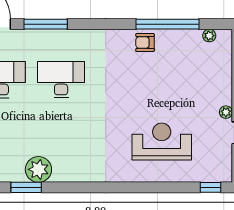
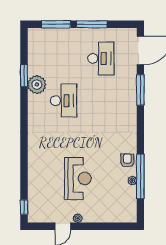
plant: (209, 36) -> (132, 181), moved
desk: (61, 80) -> (64, 101), moved
reception desk: (162, 142) -> (78, 178), moved

